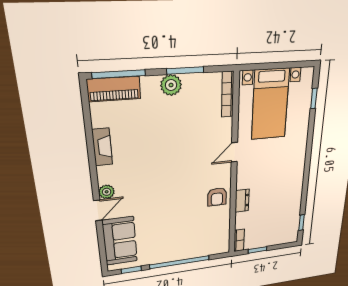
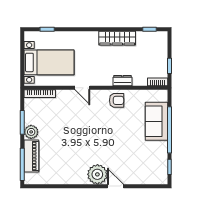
piano: (114, 89) -> (31, 156), moved
fireplace: (102, 147) -> (69, 179), removed
wardrobe: (294, 188) -> (117, 38), added
plant: (107, 192) -> (97, 174), width x1.88, depth x1.88
sofa: (120, 241) -> (156, 121), moved, turned -90

